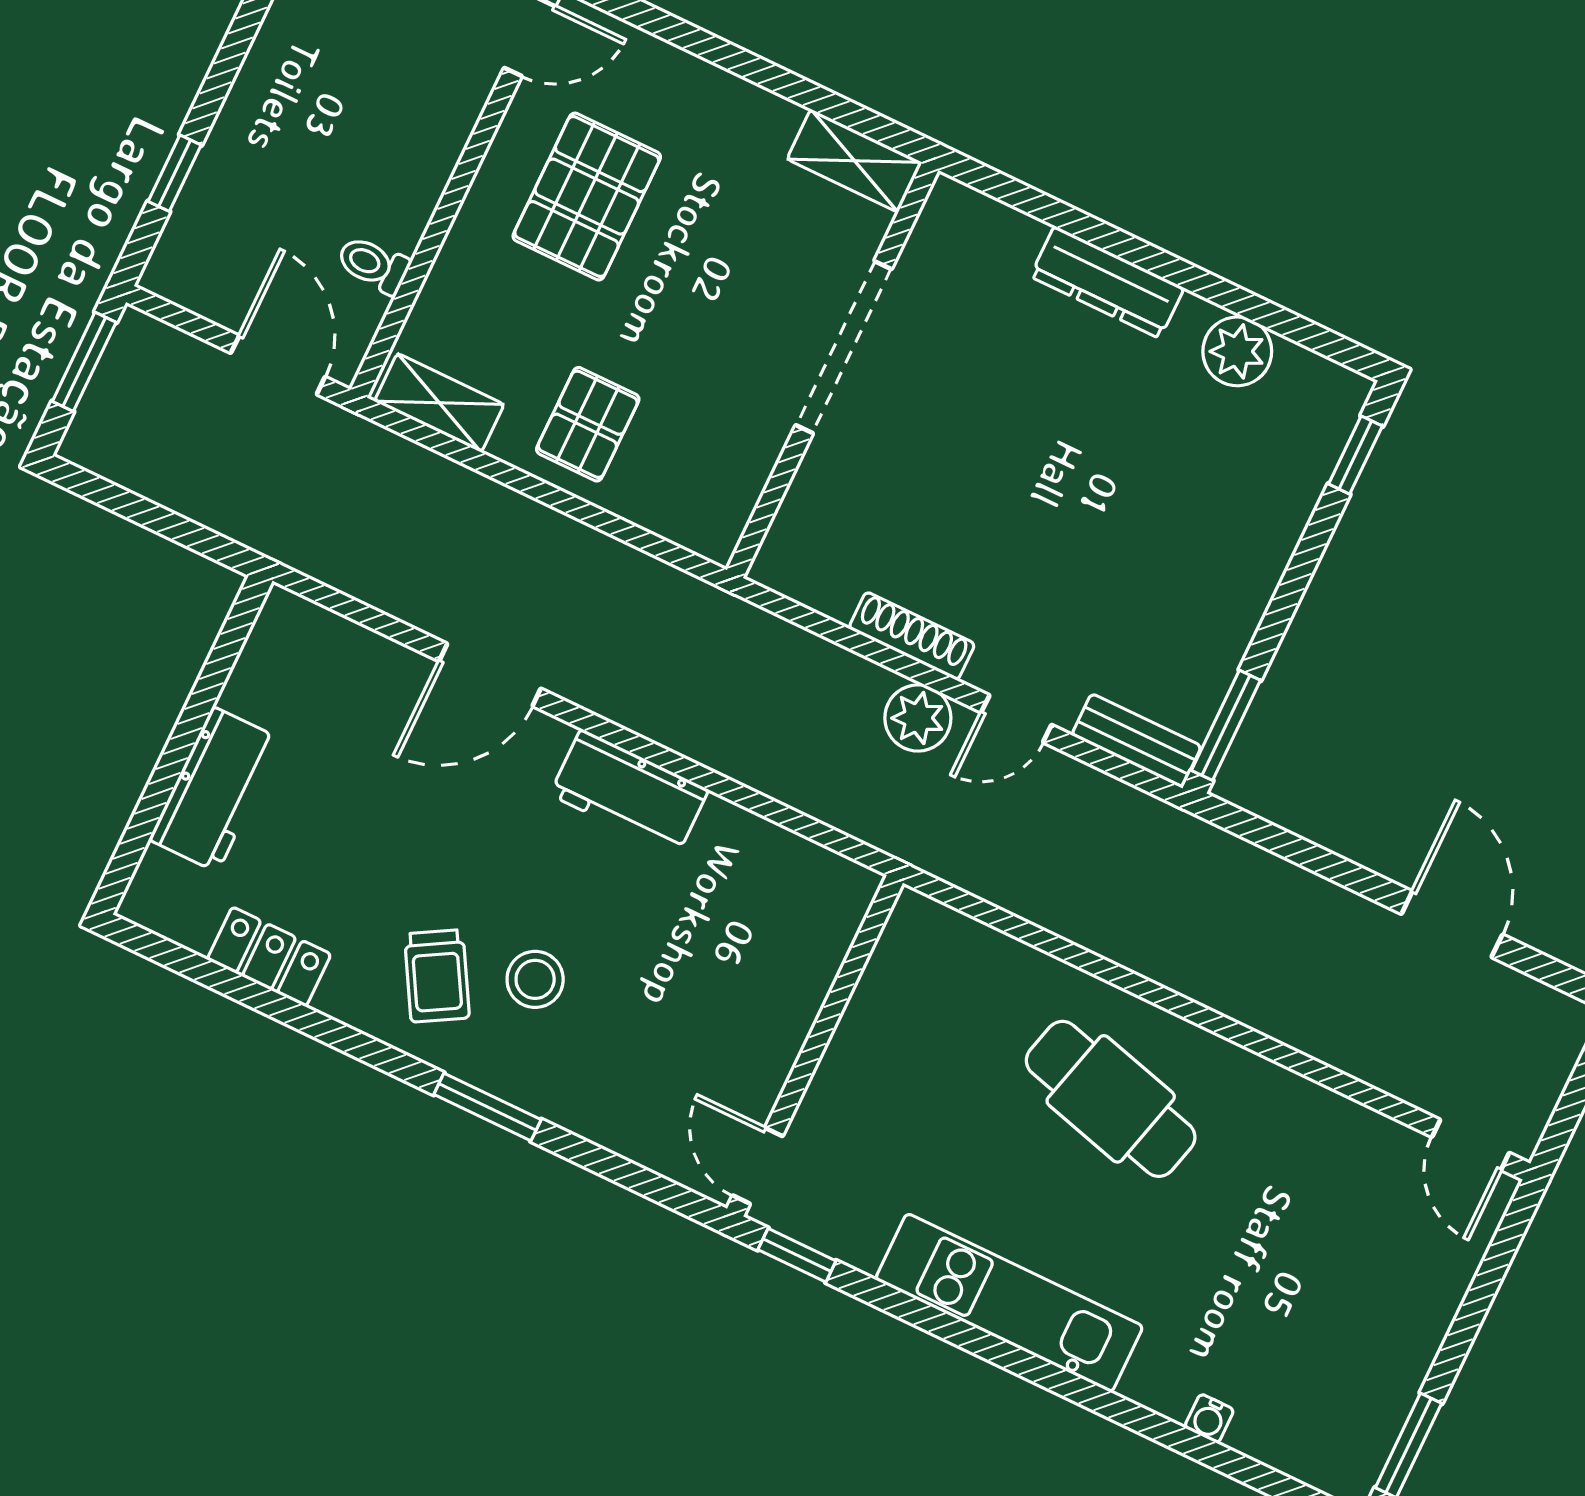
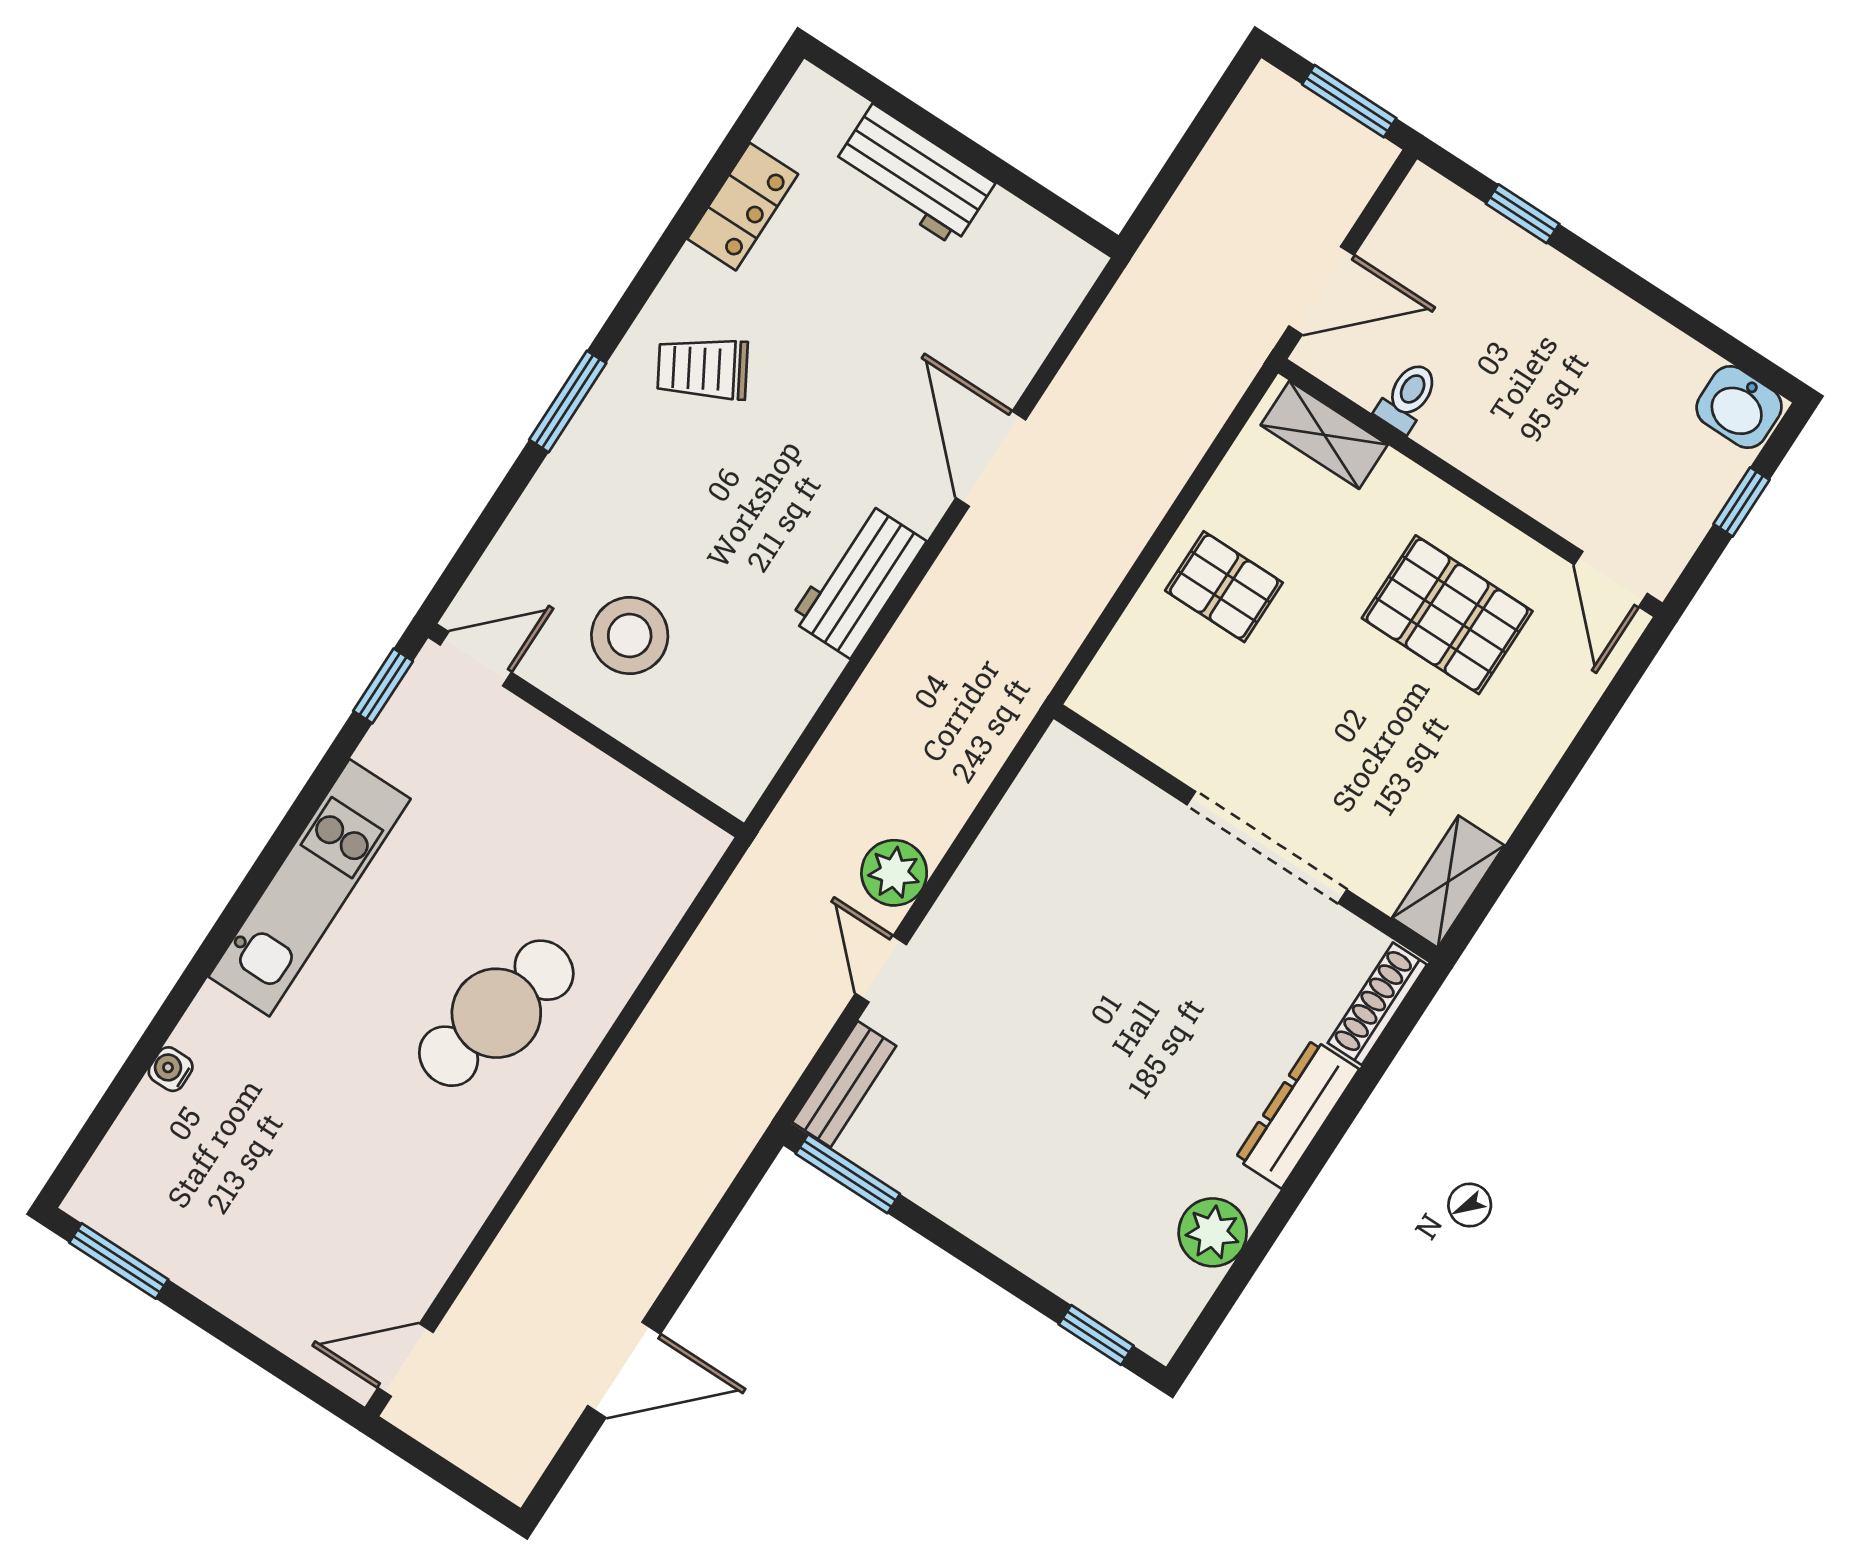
shelving: (439, 403) -> (1324, 435), moved, turned 90
shoe rack: (912, 636) -> (1377, 1004), moved, turned 180
stool: (535, 979) -> (630, 635), moved, width x1.38, depth x1.38

